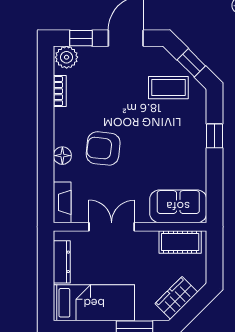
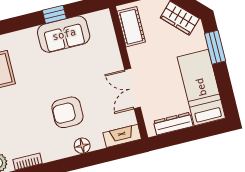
window: (215, 136) -> (54, 14), moved
armchair: (103, 148) -> (67, 112), turned 84
sofa: (178, 206) -> (64, 34), moved, turned -90

